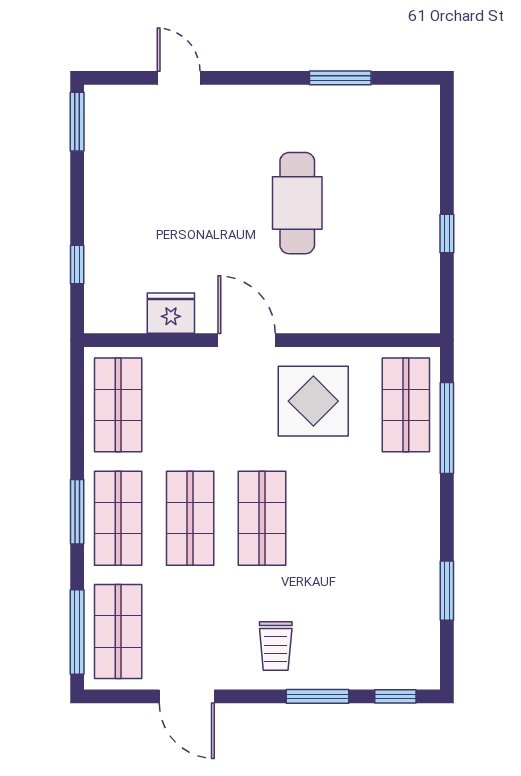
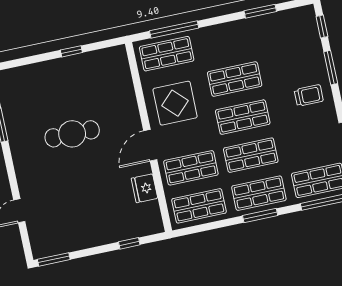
shop shelf: (190, 405) -> (191, 168), added
shop shelf: (334, 518) -> (235, 79), added

